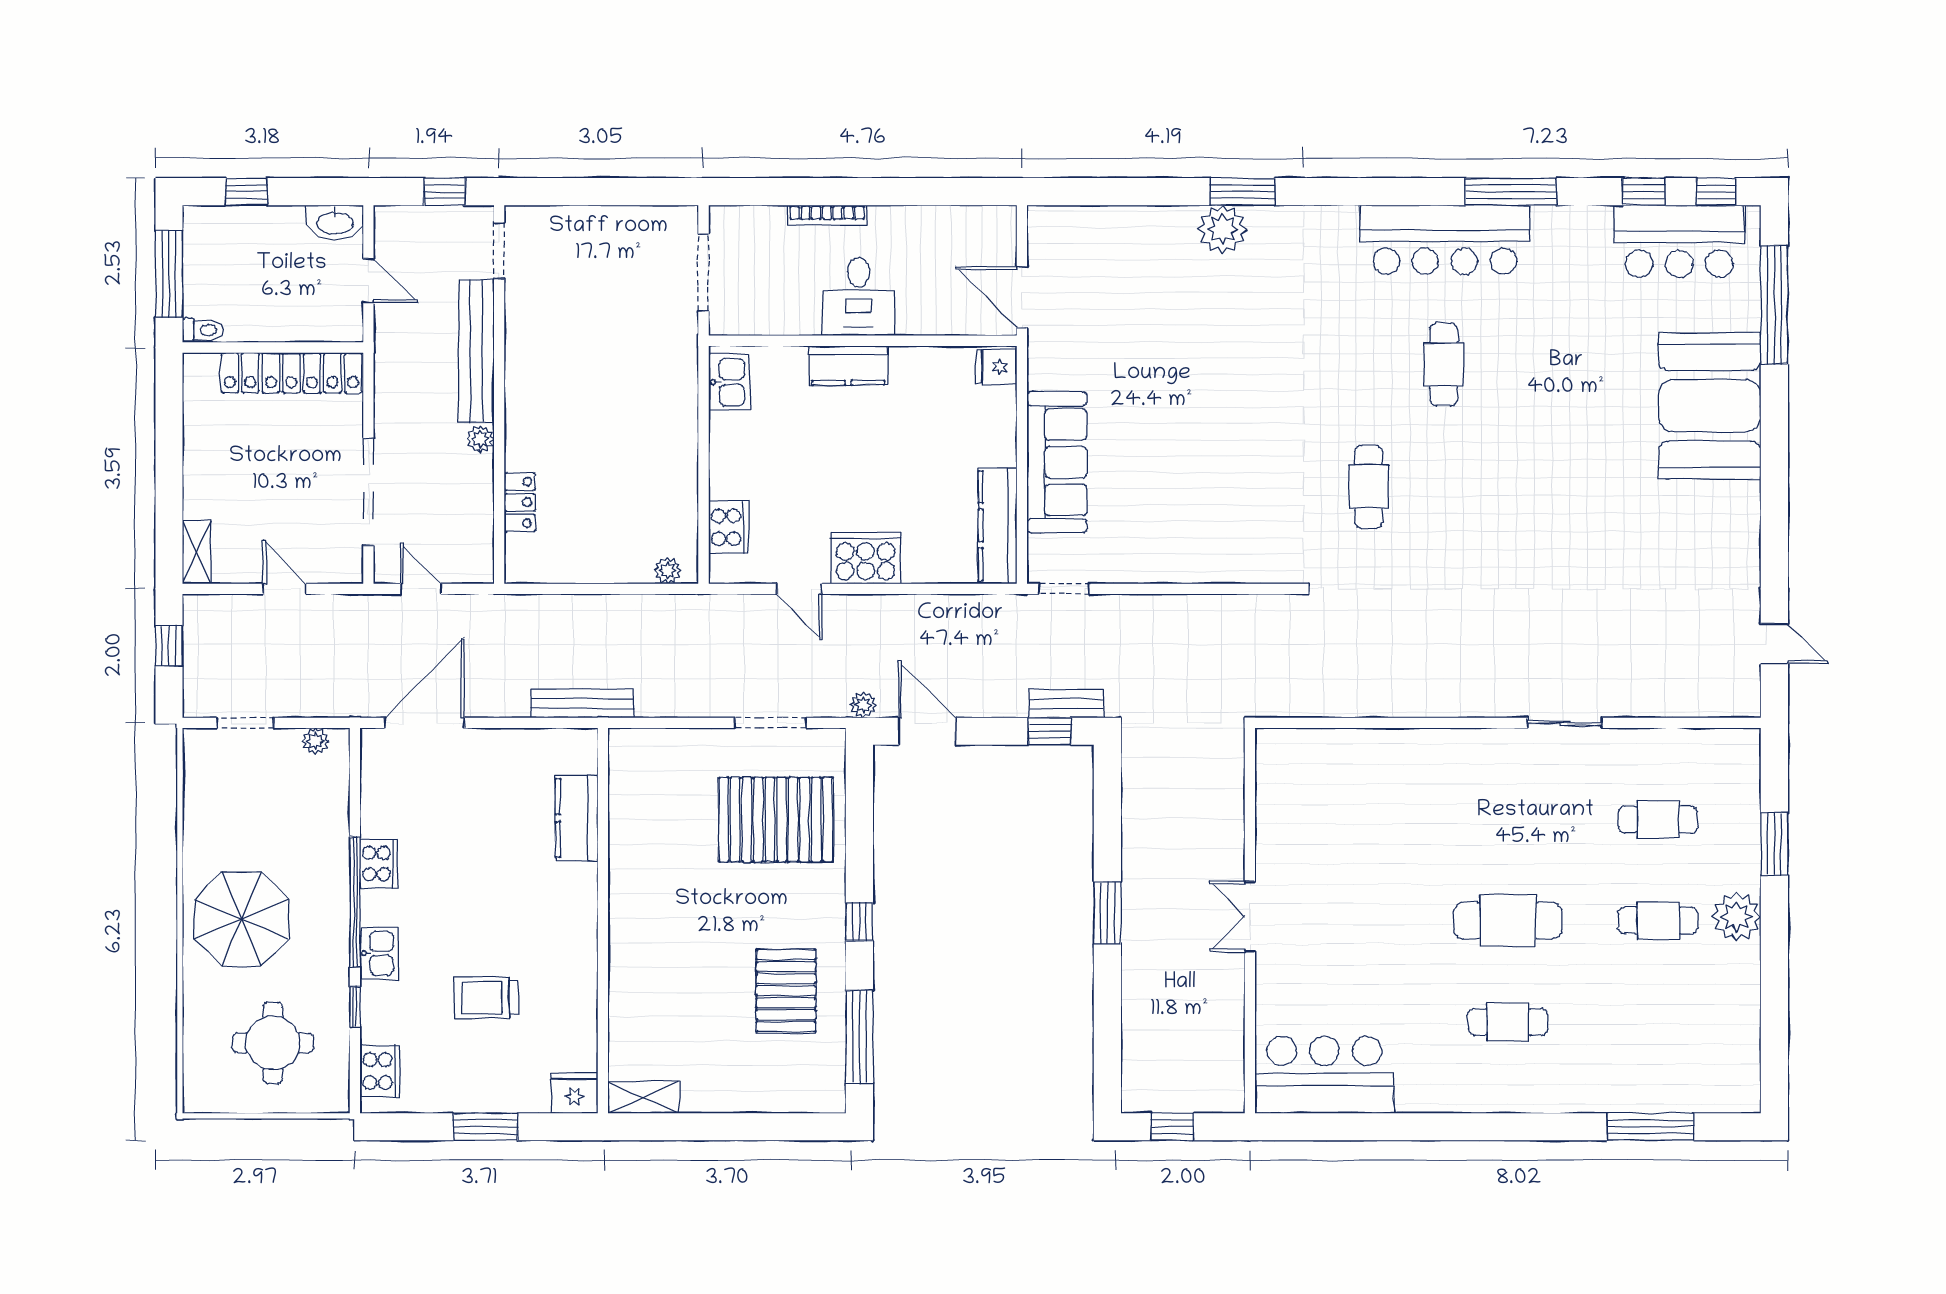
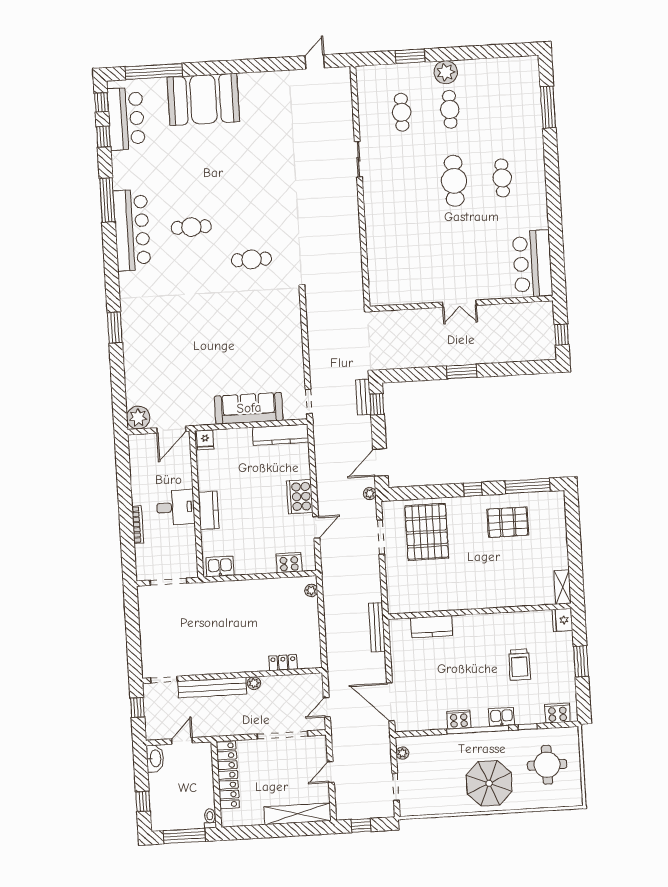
plant: (1223, 229) -> (138, 418), moved
shelving: (197, 552) -> (298, 814), width x2.20, depth x1.33

